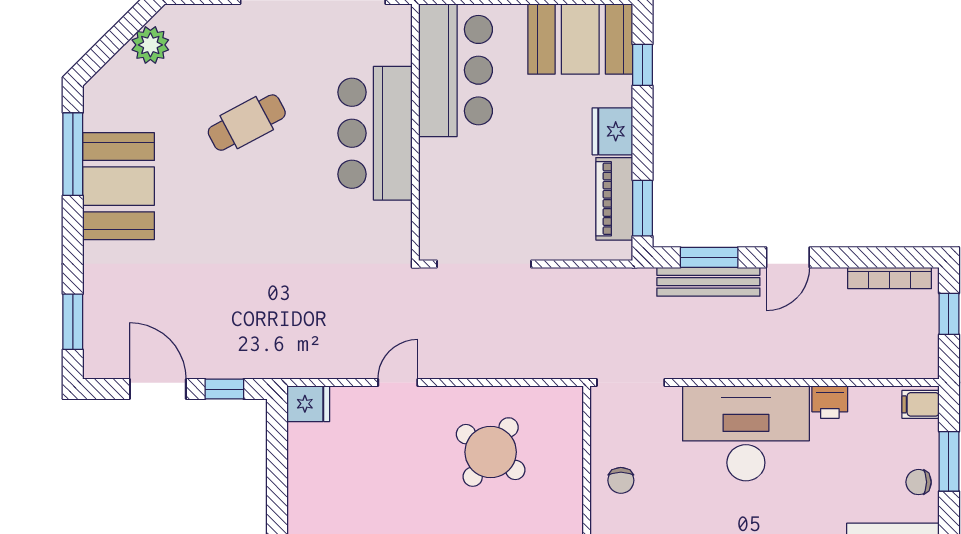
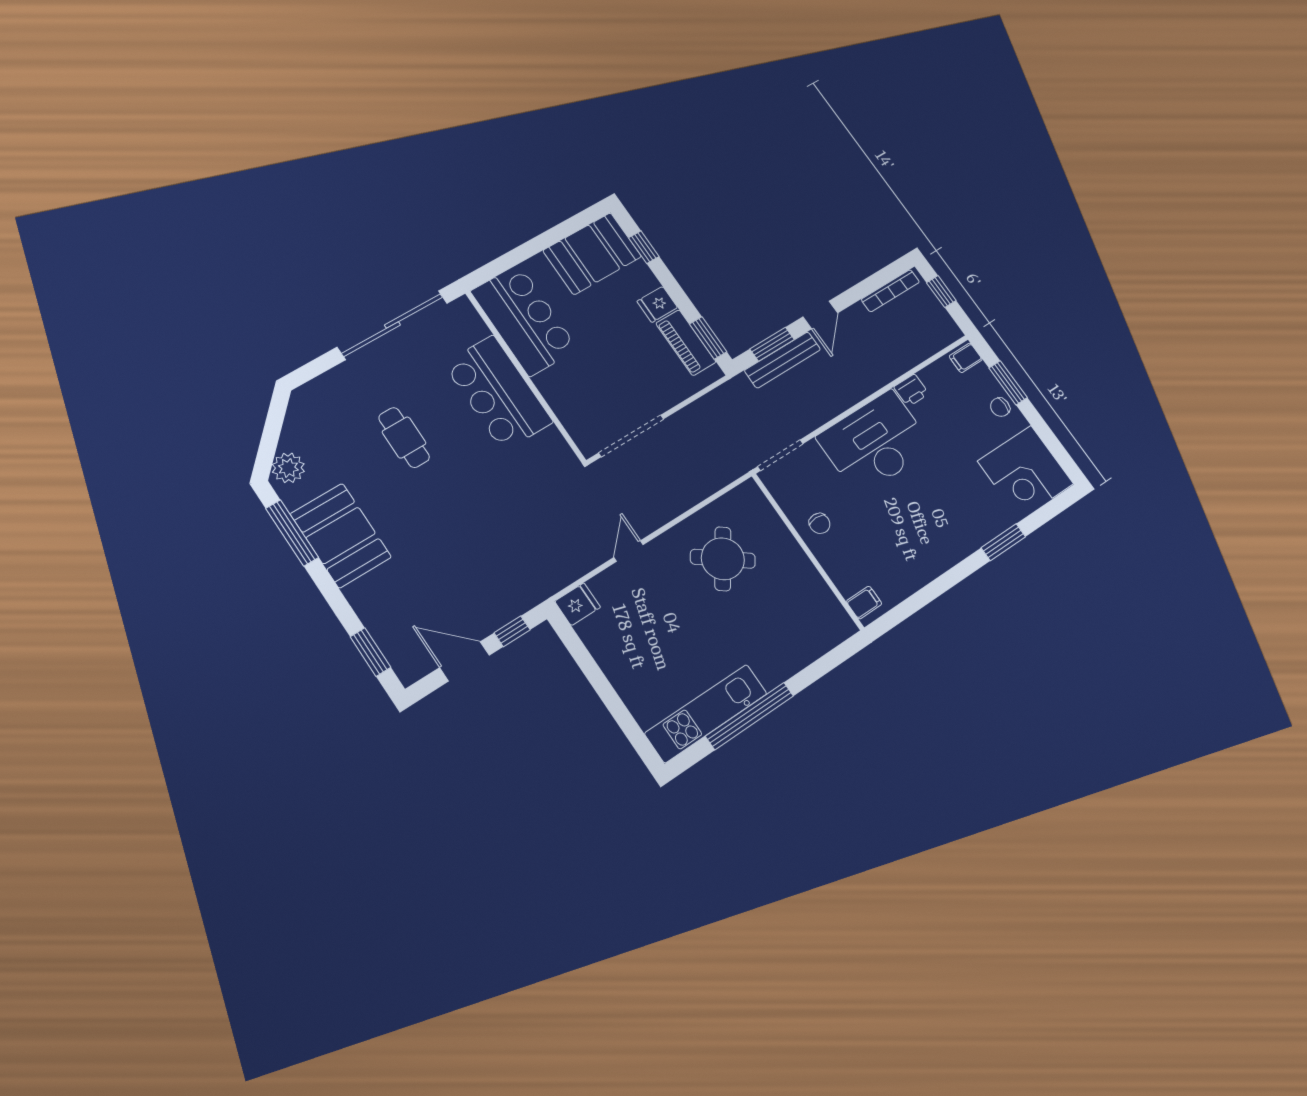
plant: (150, 45) -> (288, 468), moved
cafe table: (247, 123) -> (404, 438), turned -62
fridge: (612, 131) -> (657, 304), width x0.72

